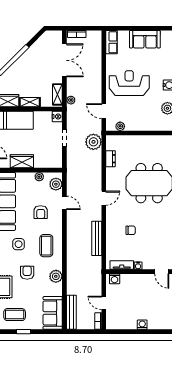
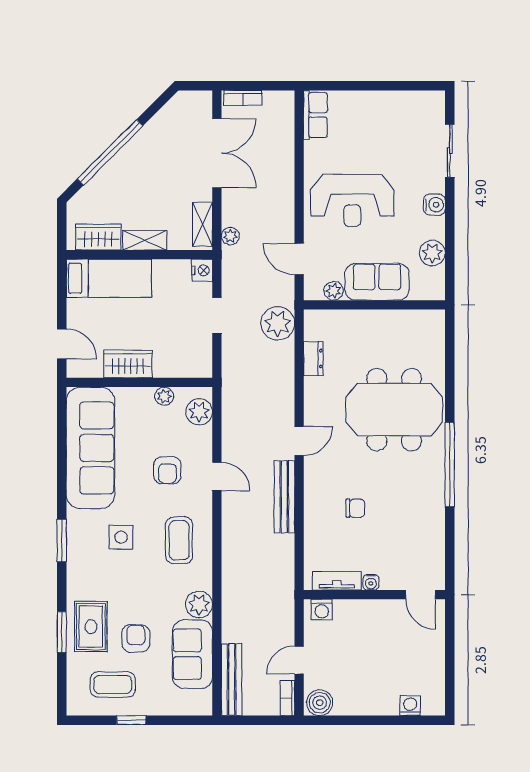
sofa: (145, 39) -> (377, 282), moved, turned 180
reception desk: (129, 83) -> (352, 200), turned 180
door: (64, 203) -> (217, 476), moved
bench: (97, 238) -> (284, 497), moved
armchair: (27, 273) -> (136, 638), moved
door: (104, 303) -> (299, 660), hinge flipped
sofa: (53, 313) -> (192, 654), moved
boiler: (114, 323) -> (320, 703), added
washing machine: (142, 325) -> (410, 706), moved

